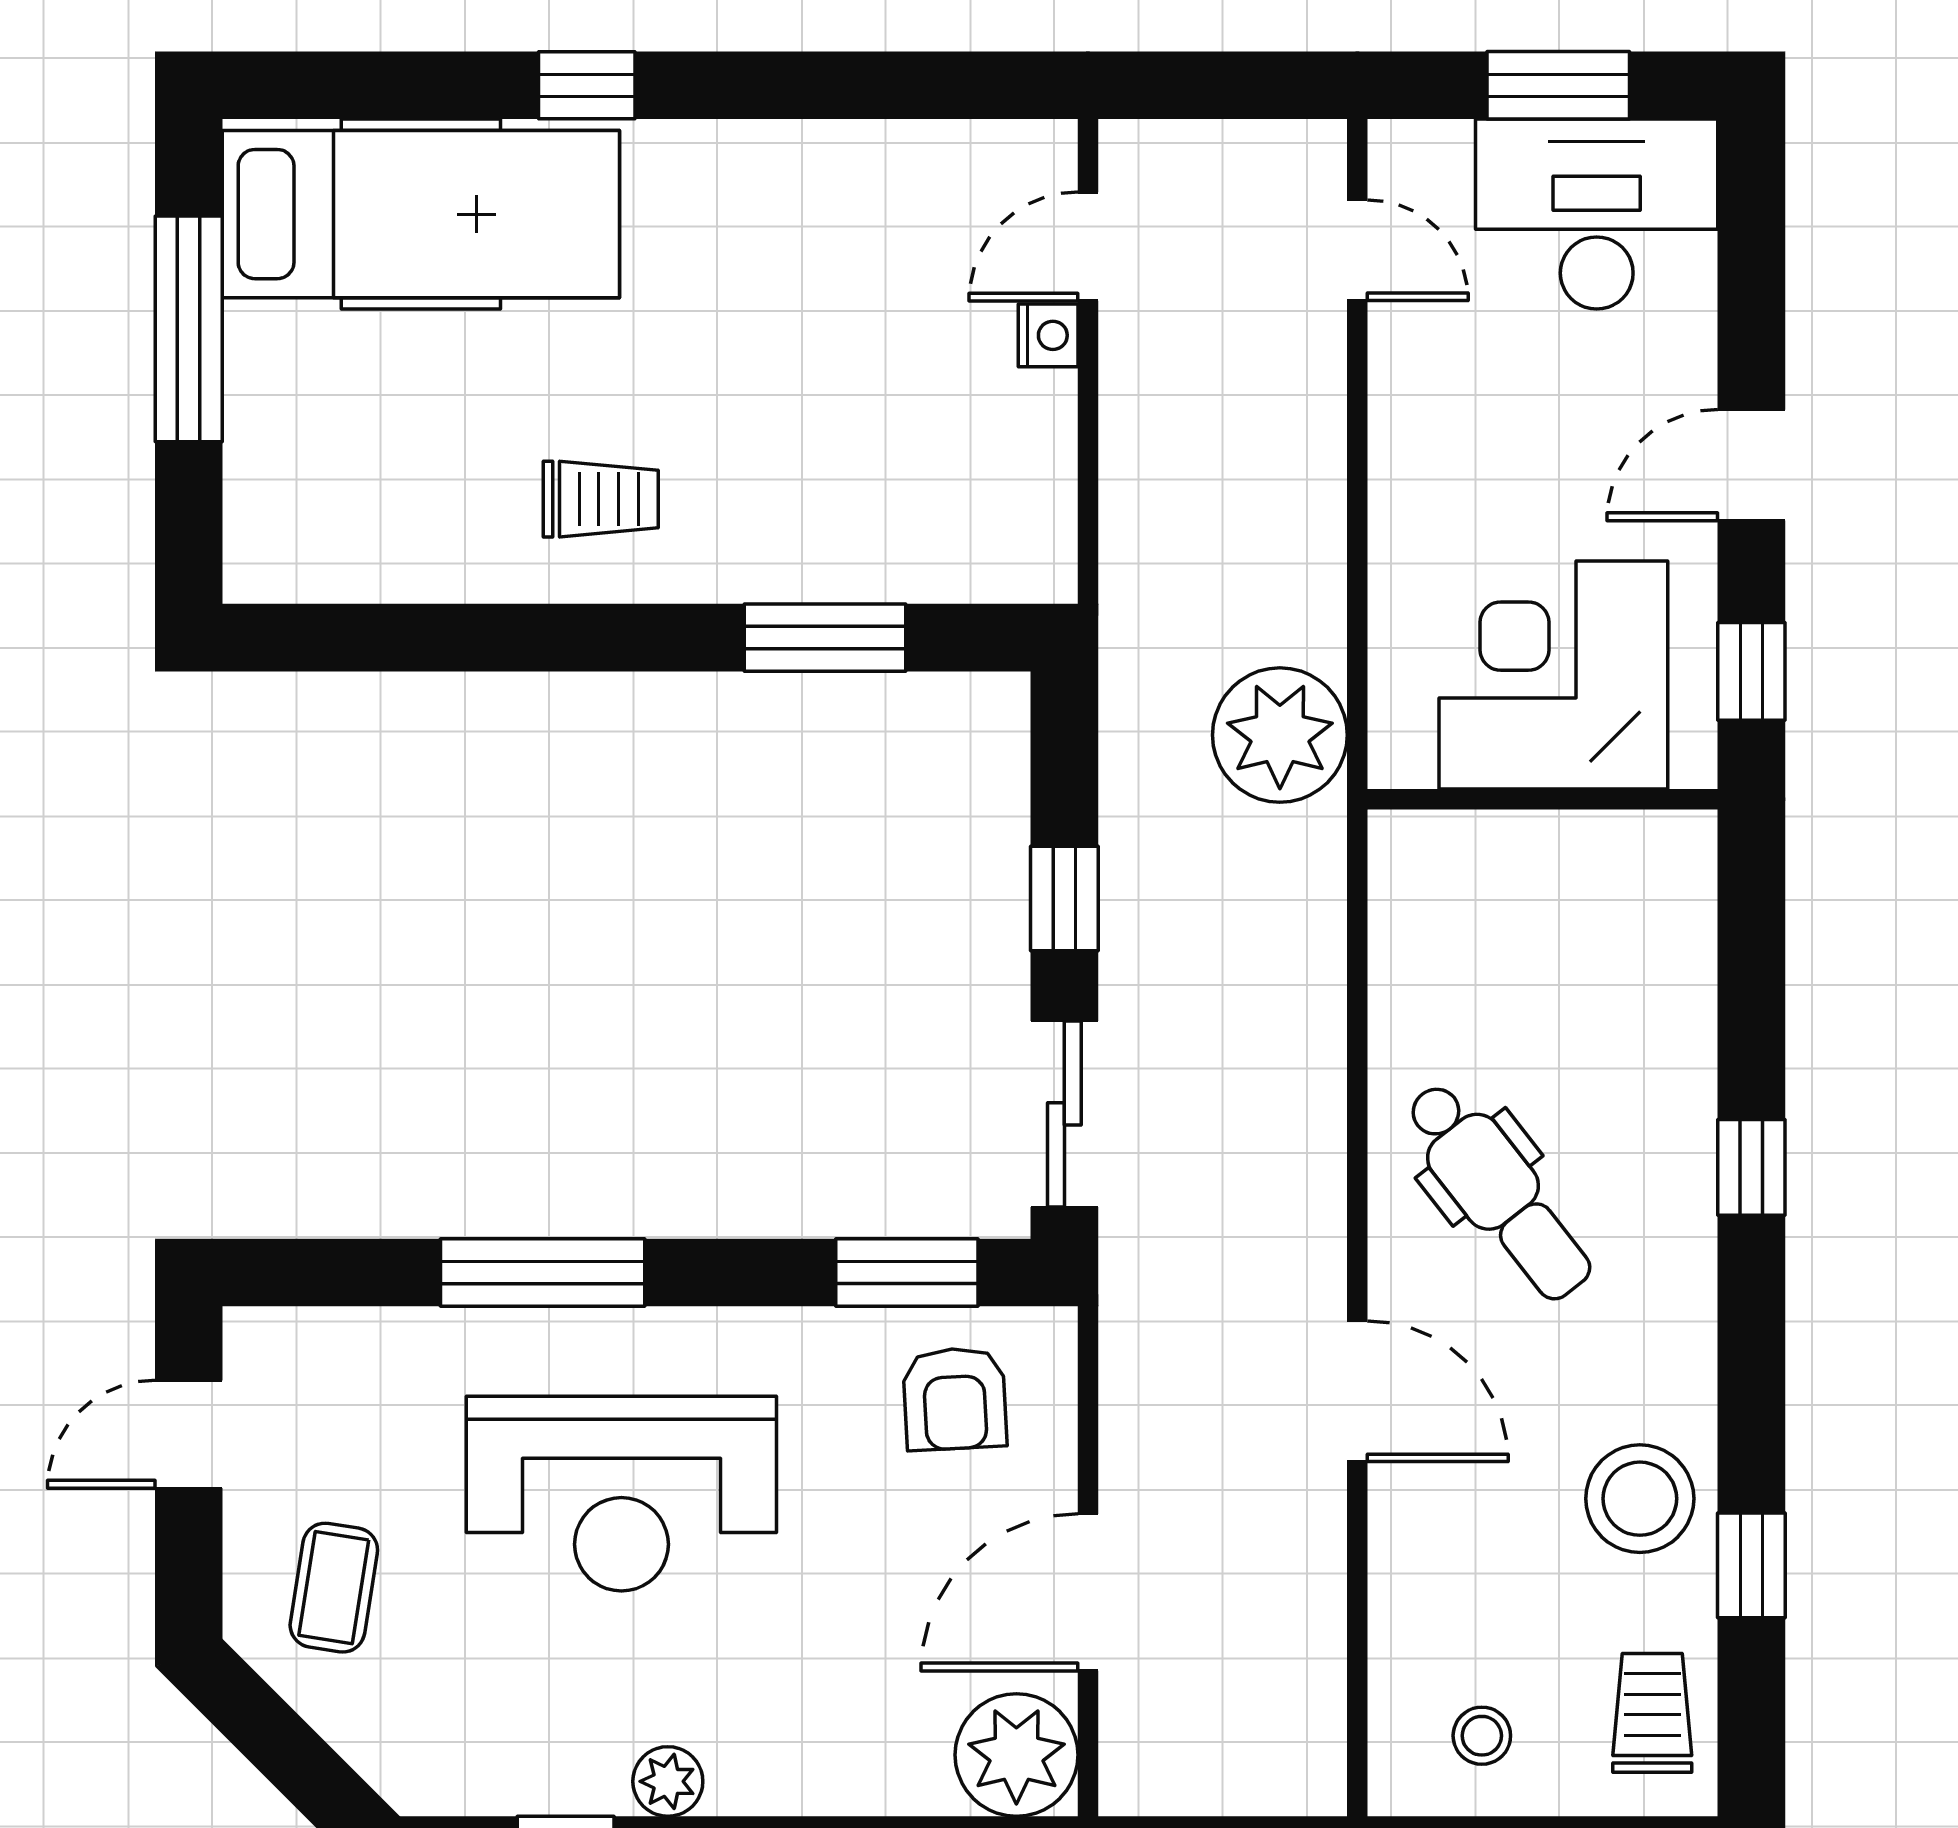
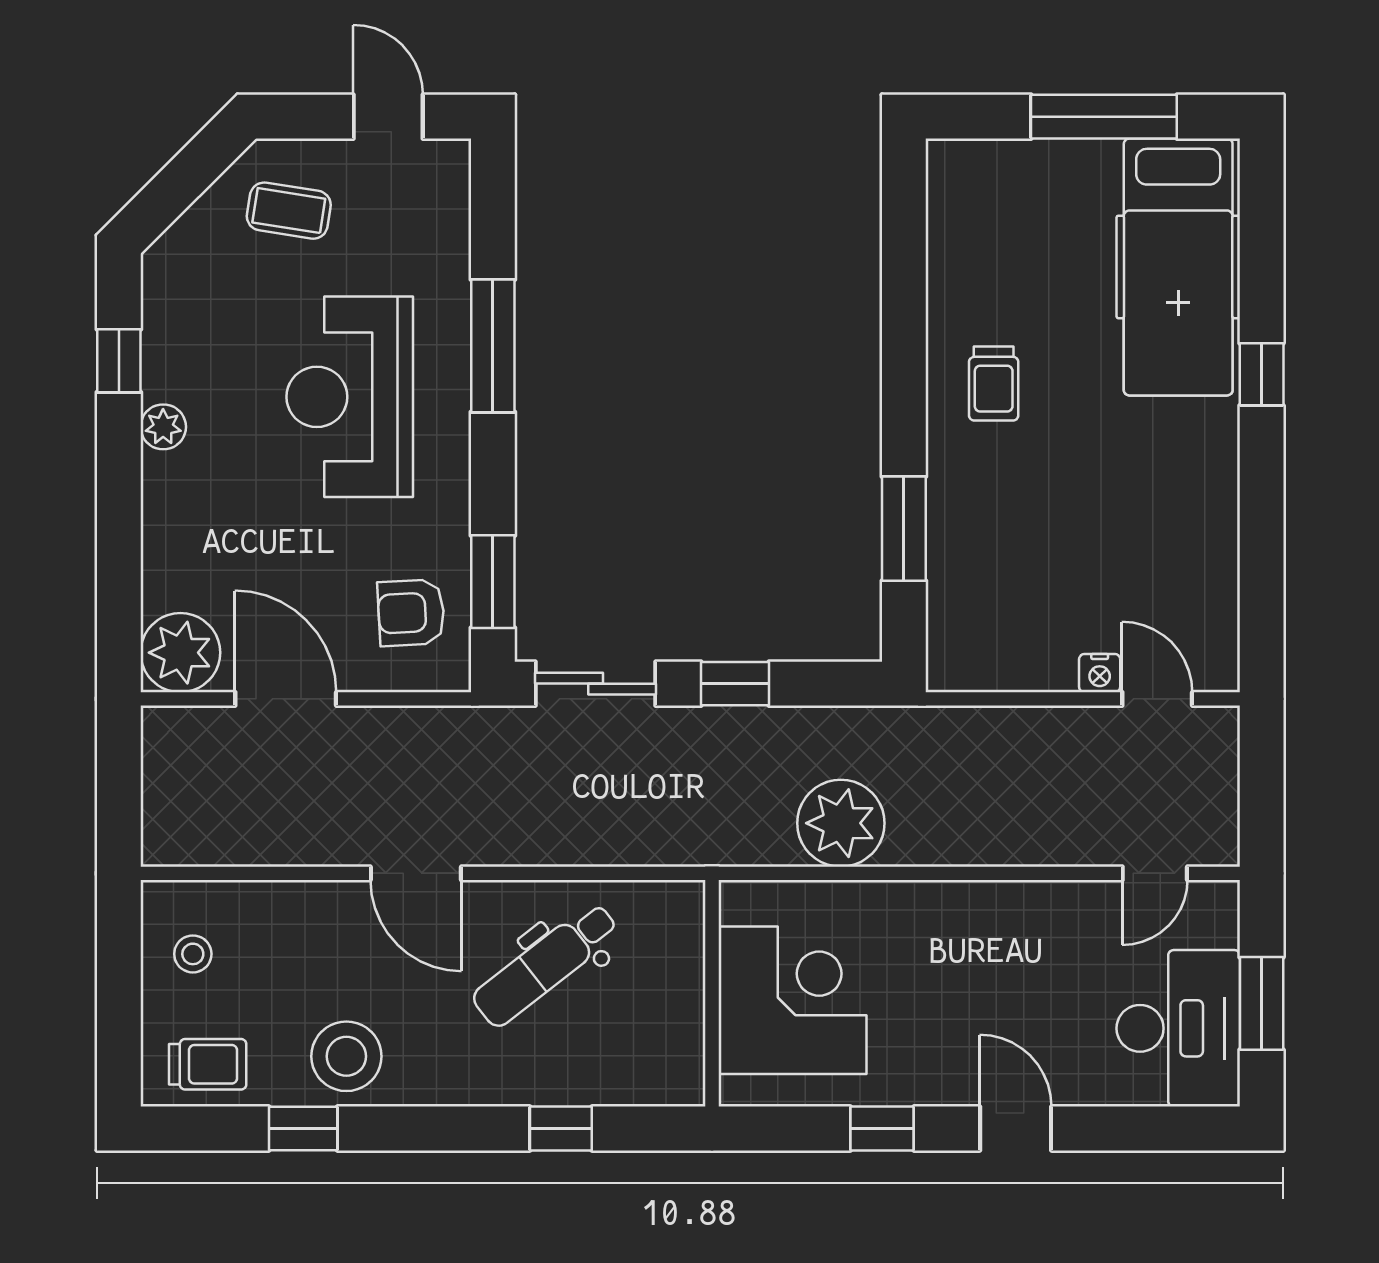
corner desk: (1553, 675) -> (792, 1000), moved
wall: (1543, 799) -> (712, 993), moved
door: (1357, 1391) -> (416, 873), hinge flipped

